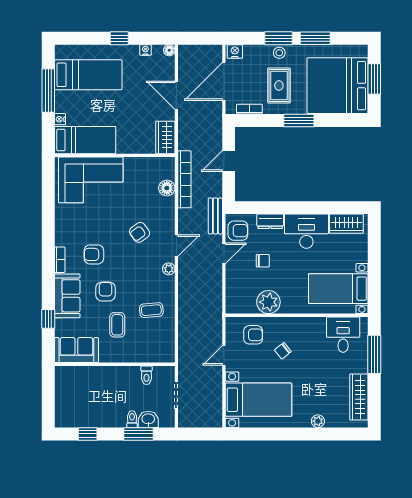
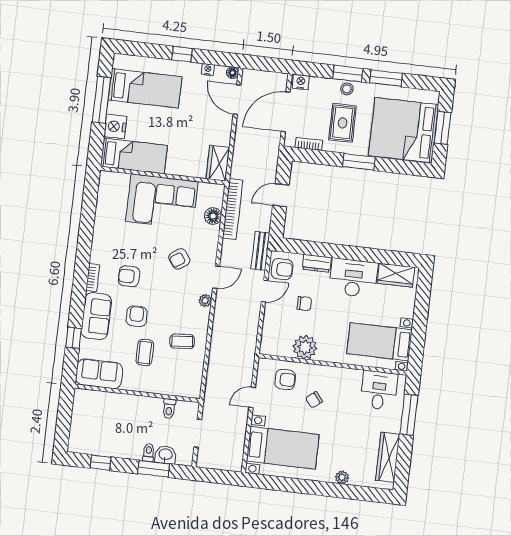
door: (176, 95) -> (237, 100), moved
nightstand: (60, 119) -> (115, 126), width x1.89, depth x1.79
corner sofa: (91, 180) -> (162, 201), moved

